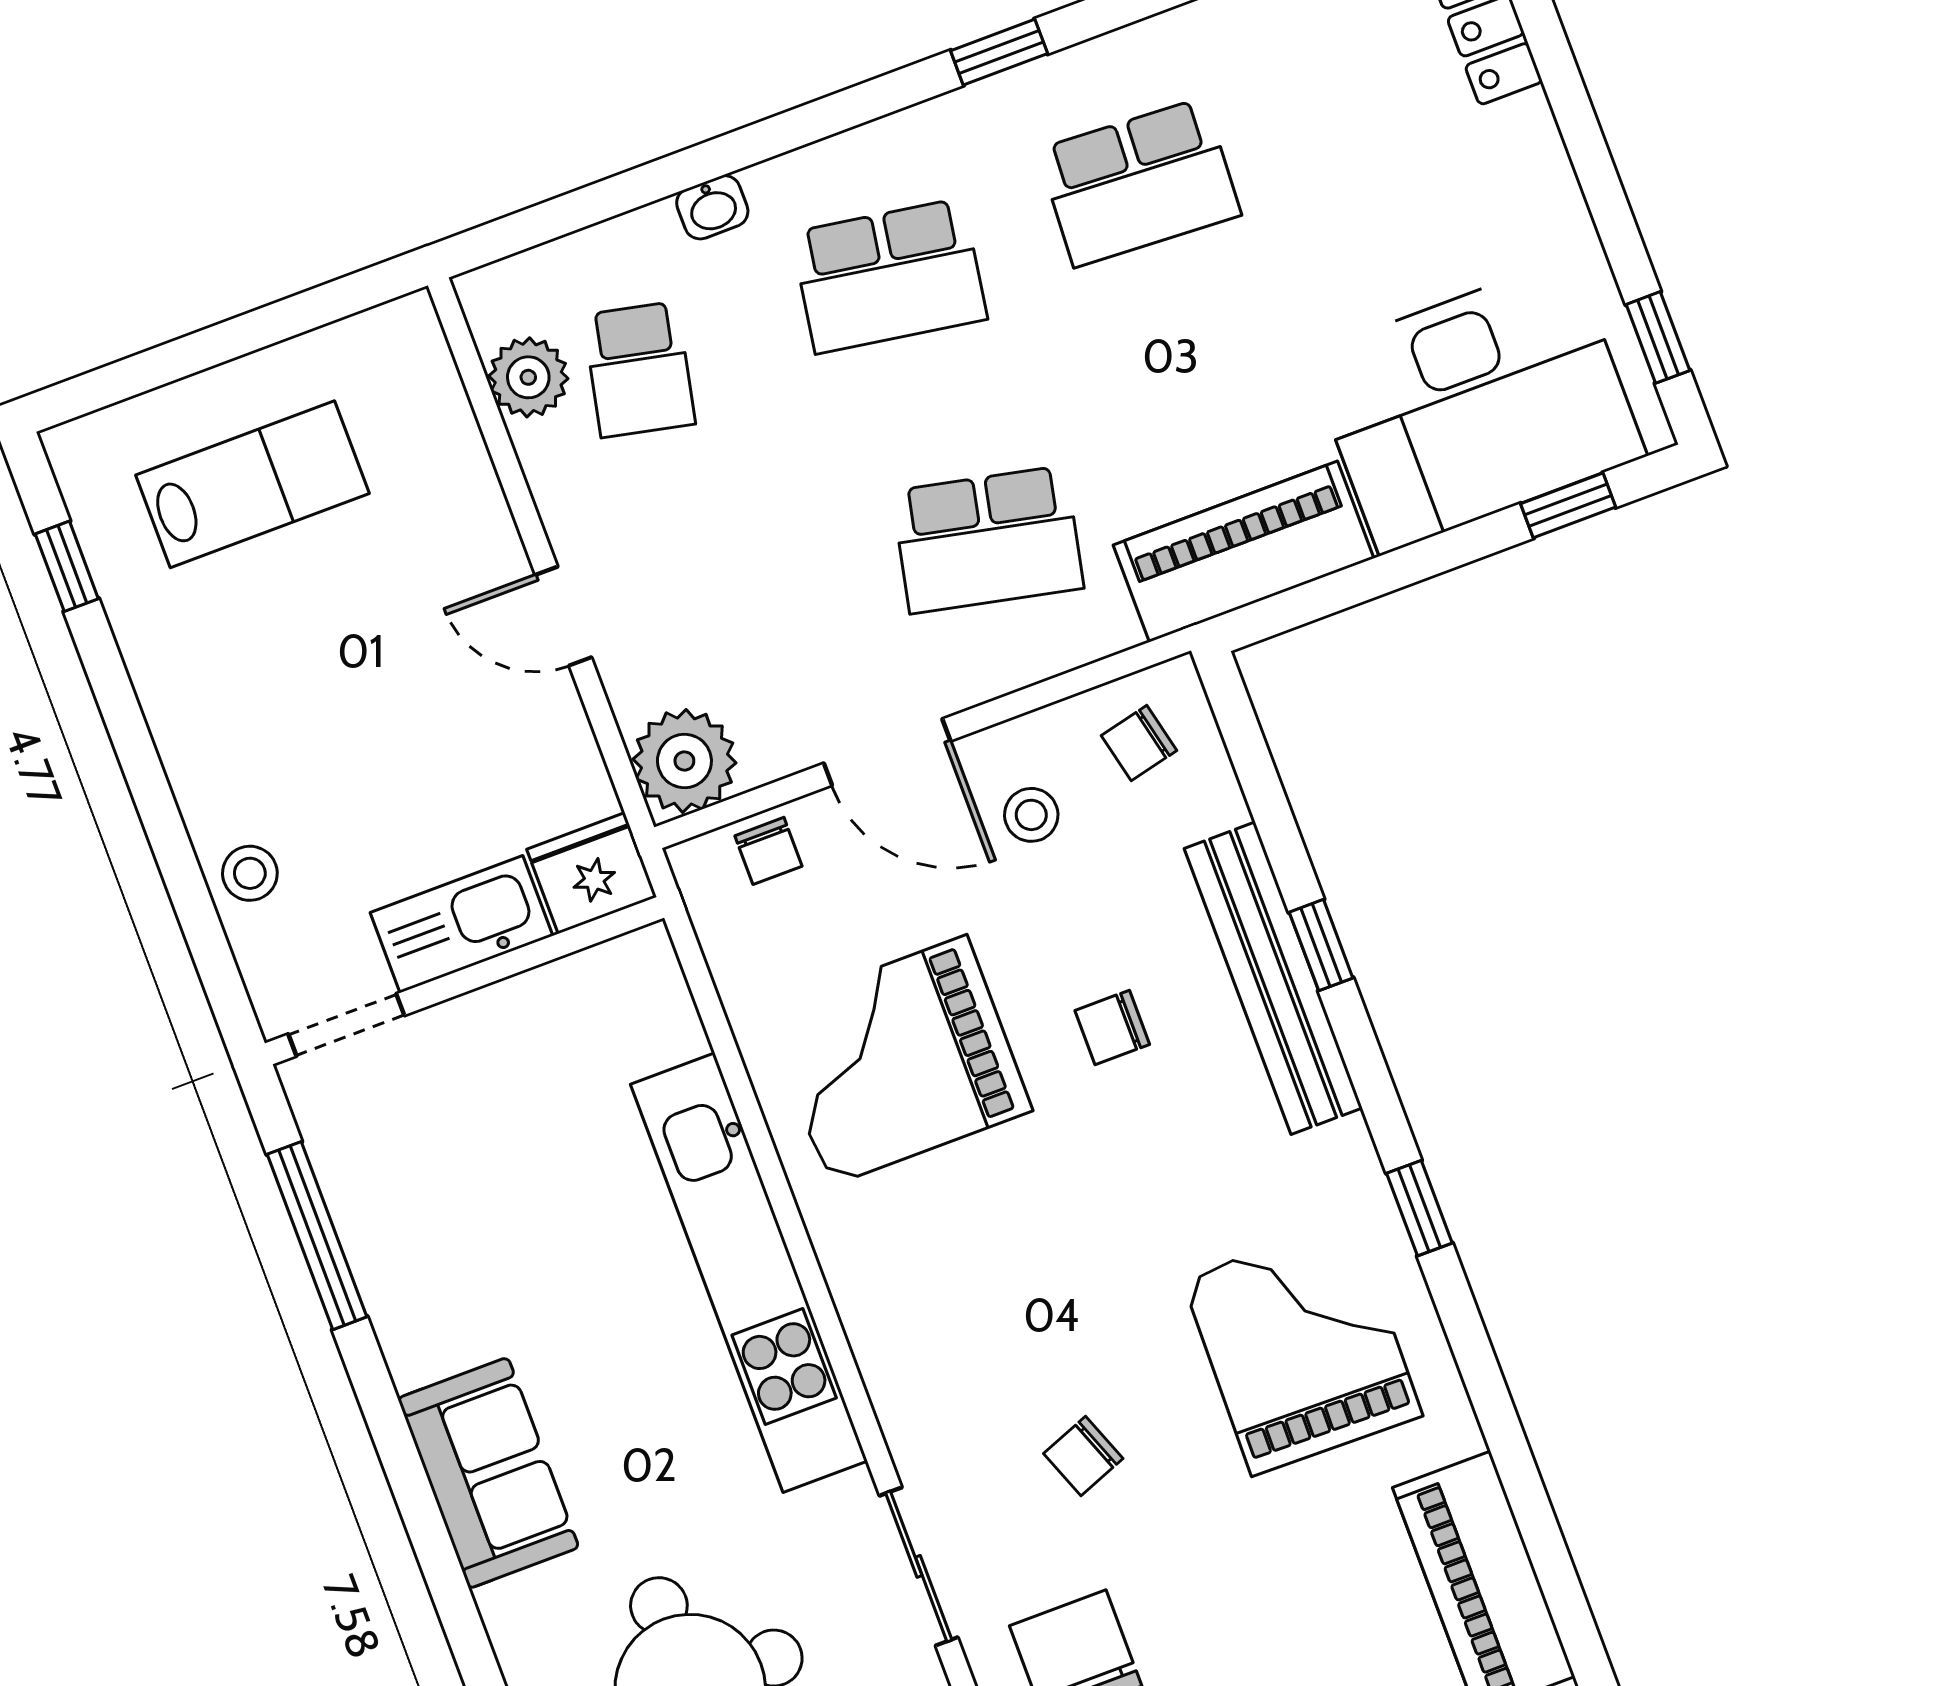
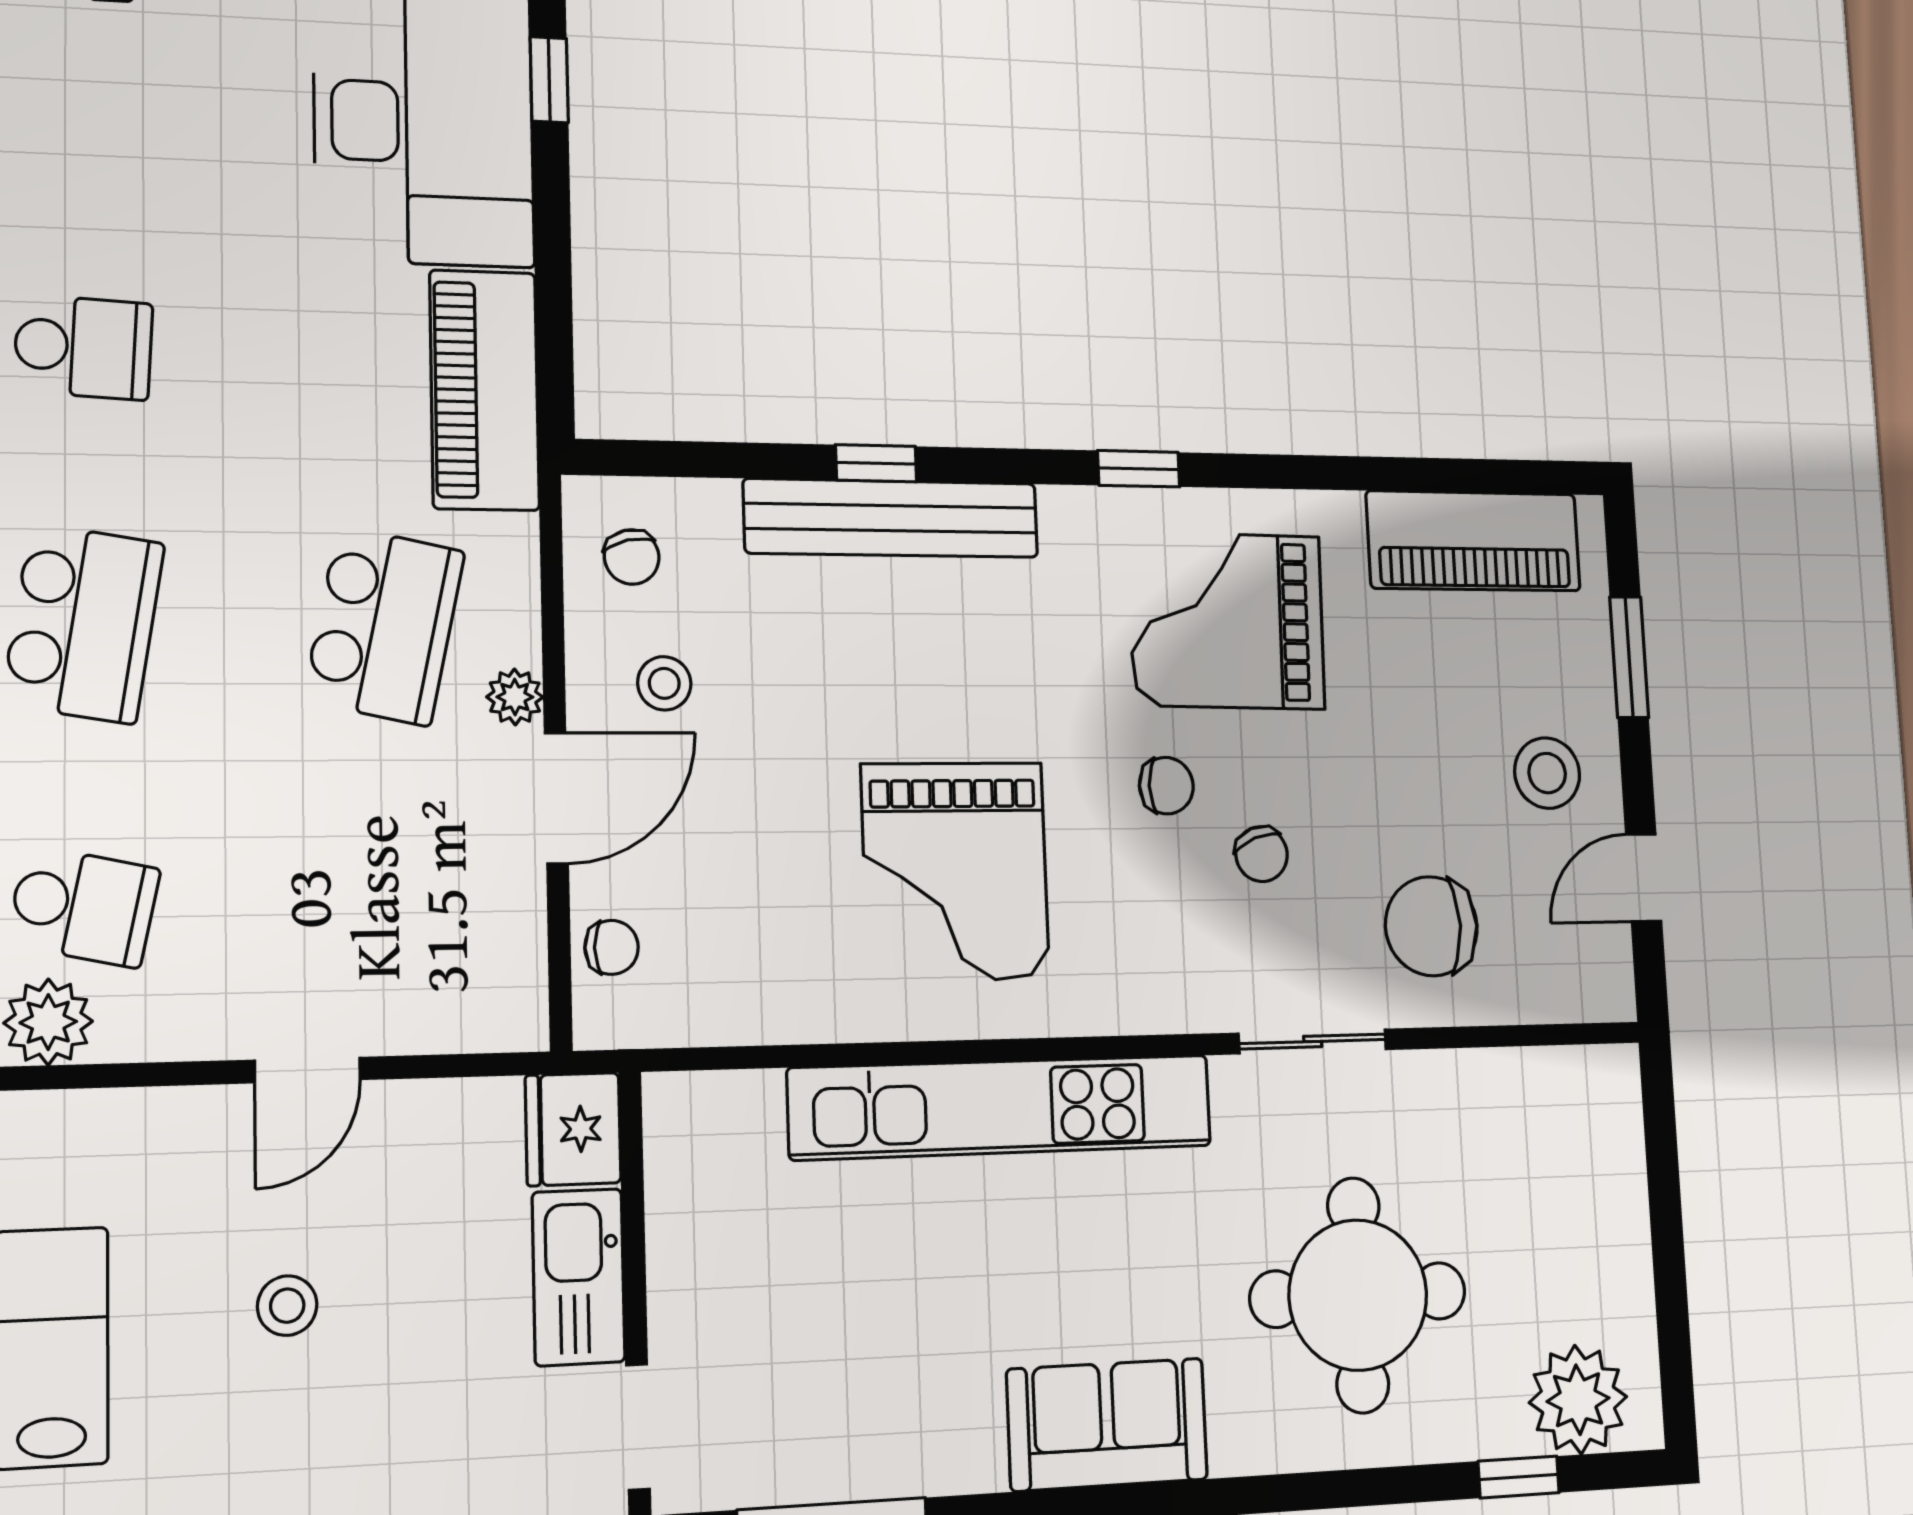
school desk: (1139, 182) -> (83, 347), width x0.54
plant: (684, 761) -> (515, 697), moved, width x0.53, depth x0.53
stool: (250, 873) -> (287, 1306), moved
chair: (1112, 1027) -> (1166, 786), moved, turned -90
grand piano: (898, 1061) -> (955, 871), moved

